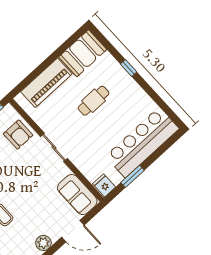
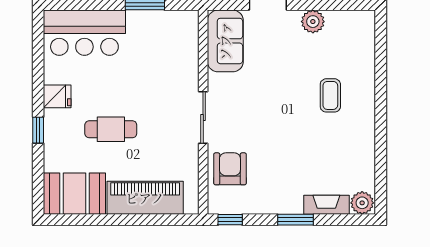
bar counter: (142, 142) -> (84, 33), width x0.73
fridge: (104, 185) -> (57, 96), moved, turned -90

